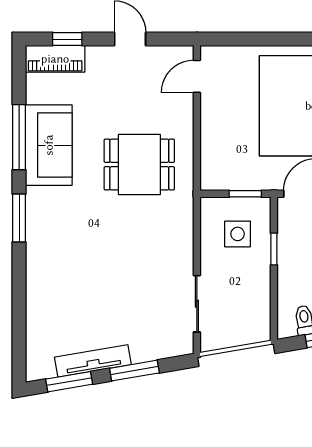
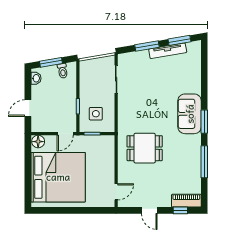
sofa: (49, 145) -> (190, 114), moved

